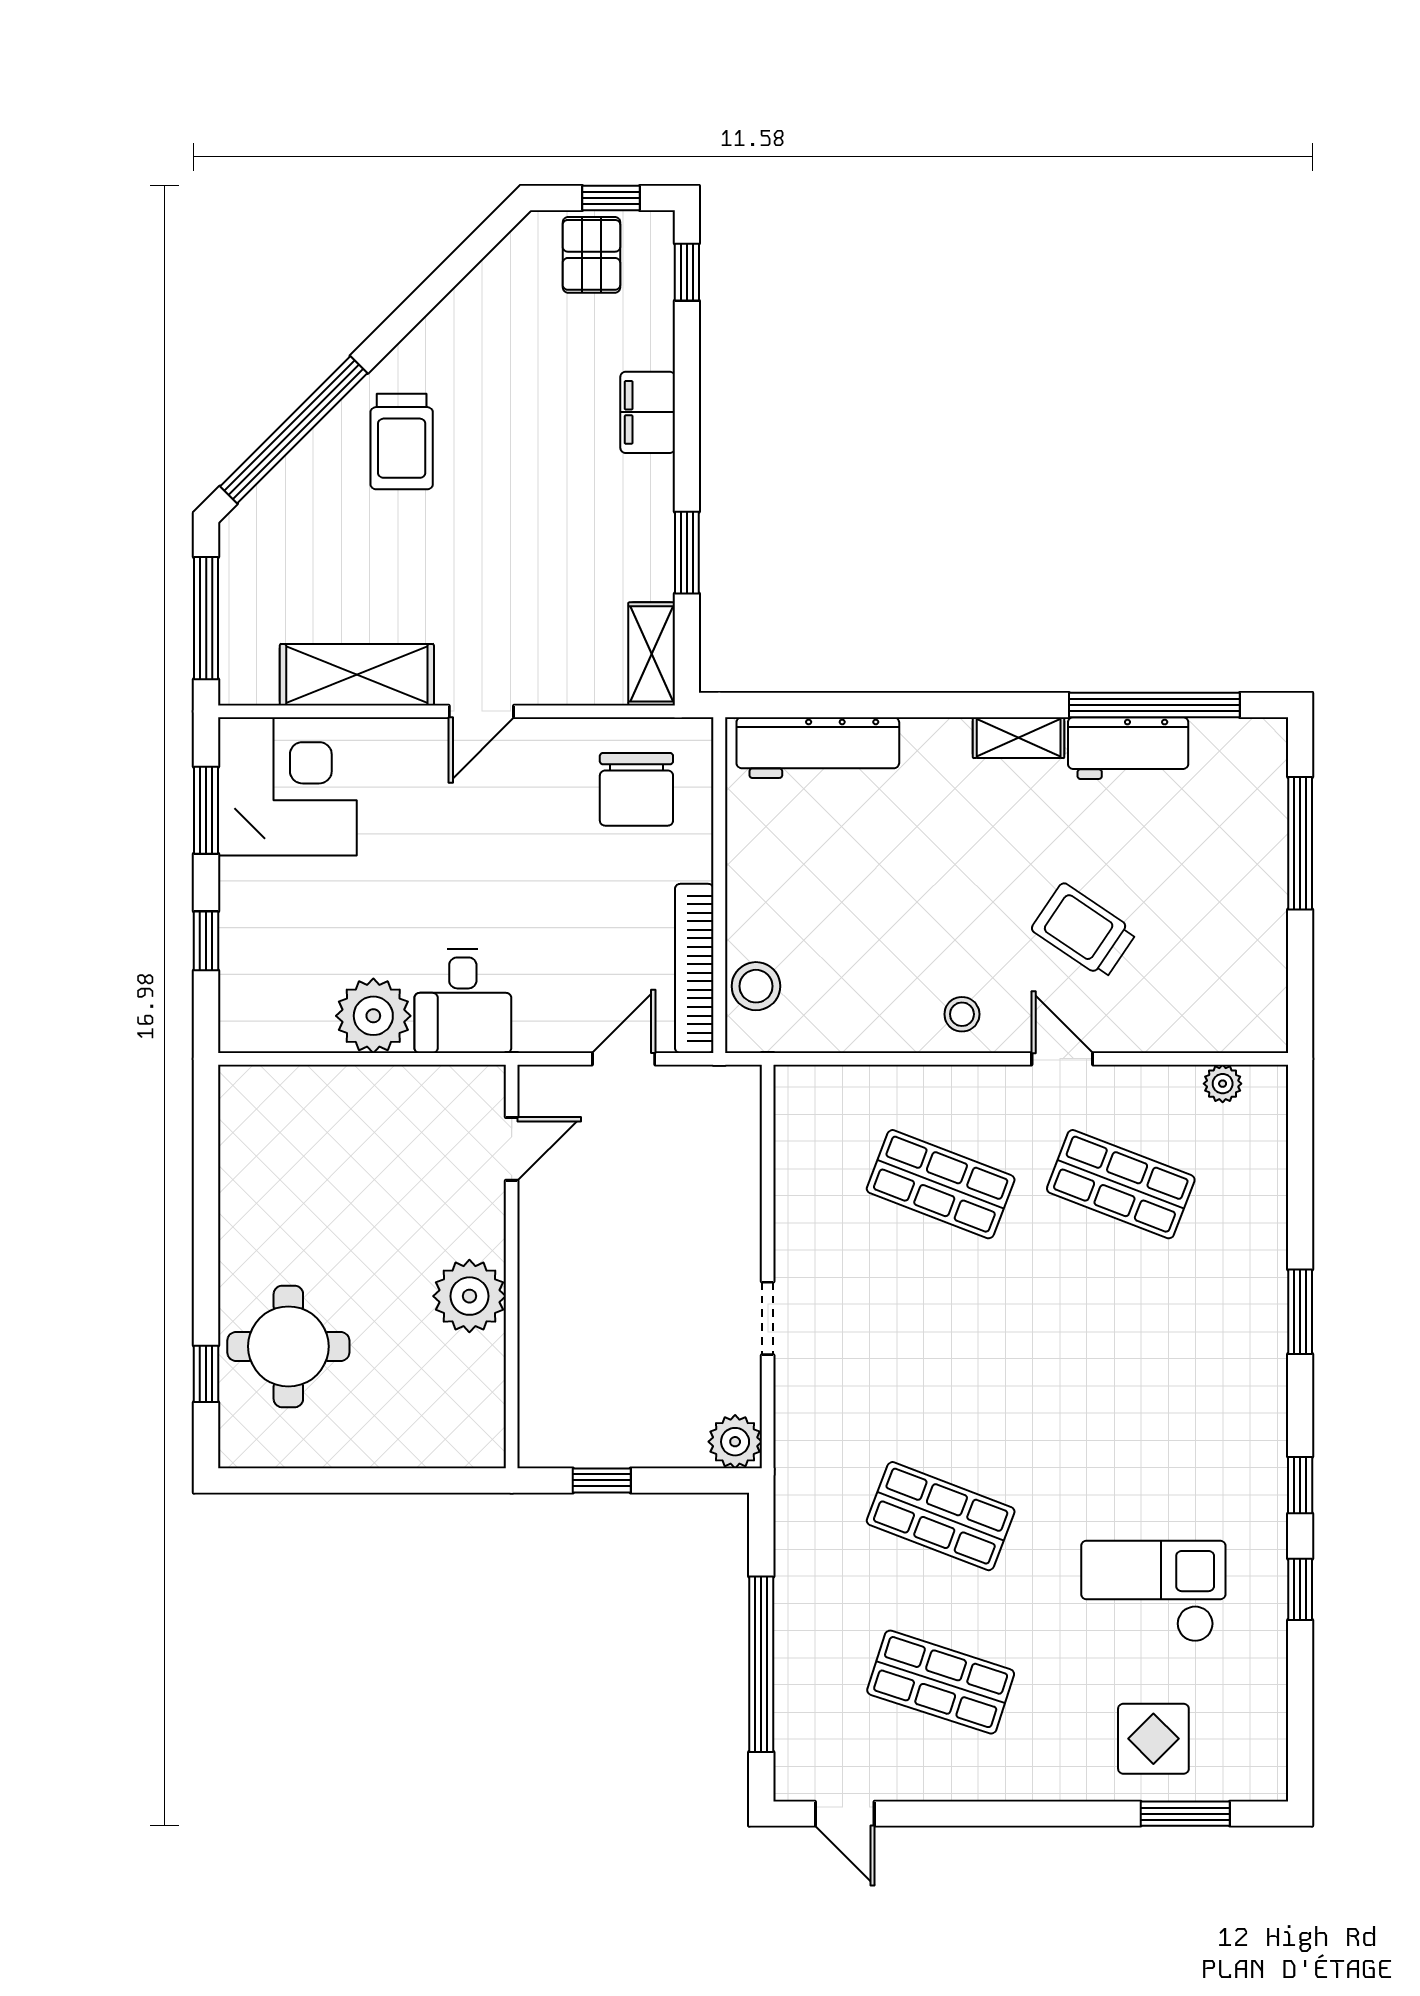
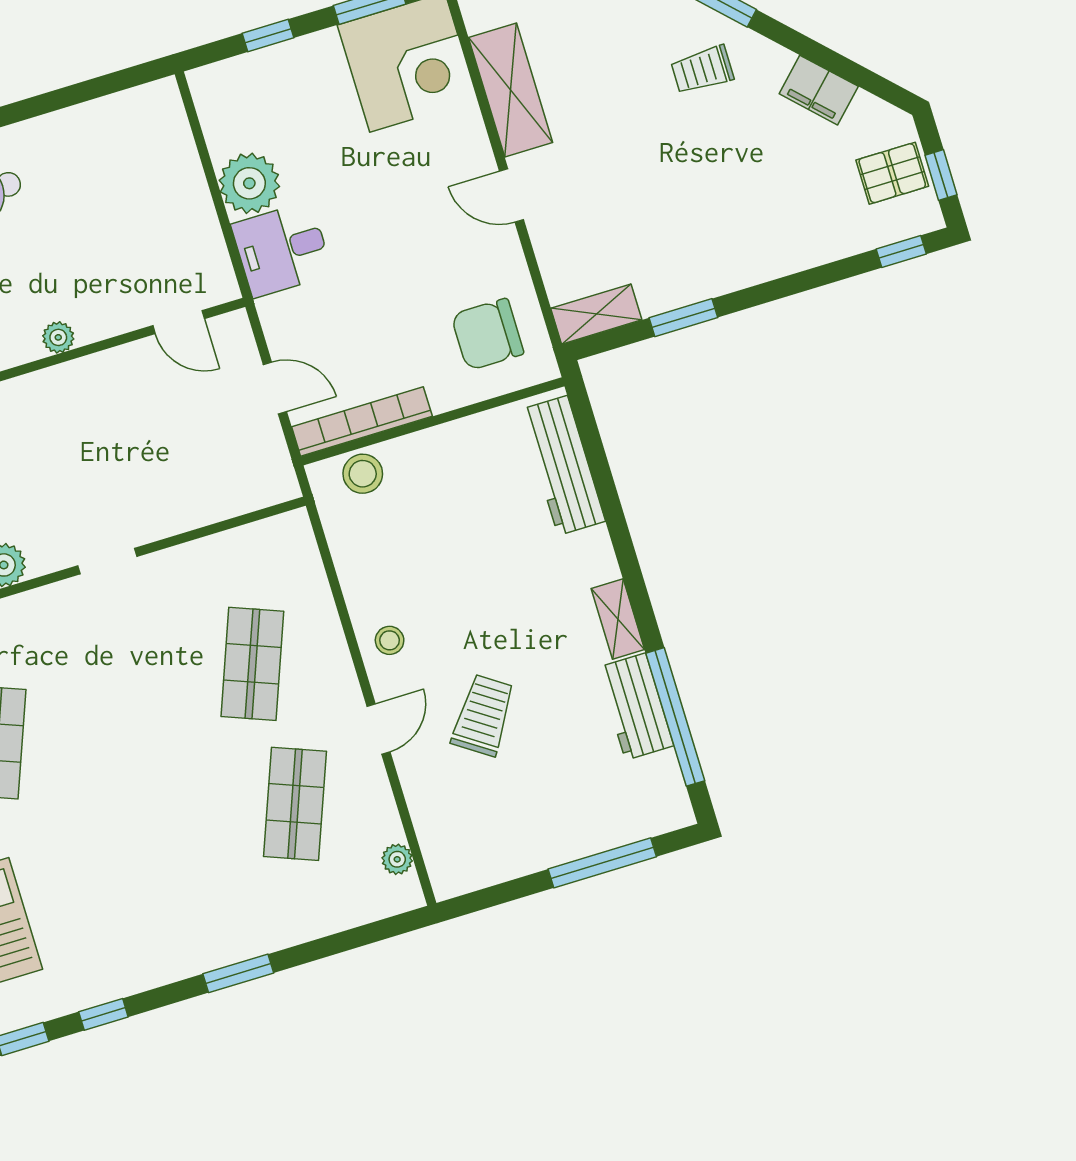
filing cabinet: (648, 412) -> (819, 90), moved, turned -135
trolley: (402, 442) -> (702, 70), width x0.73, depth x0.72
plant: (469, 1296) -> (58, 337), width x0.53, depth x0.53

